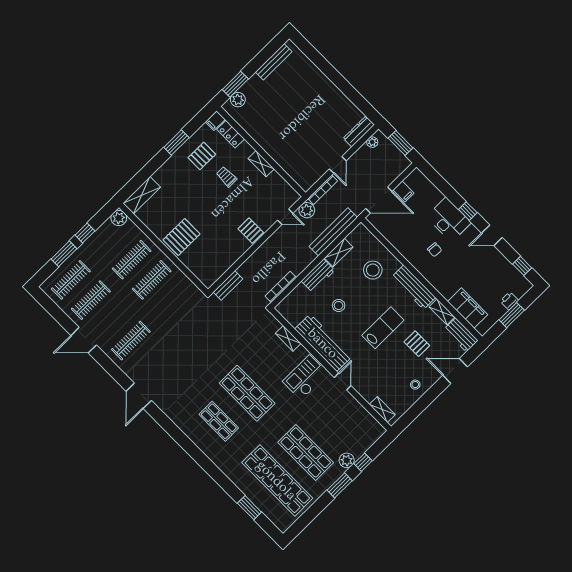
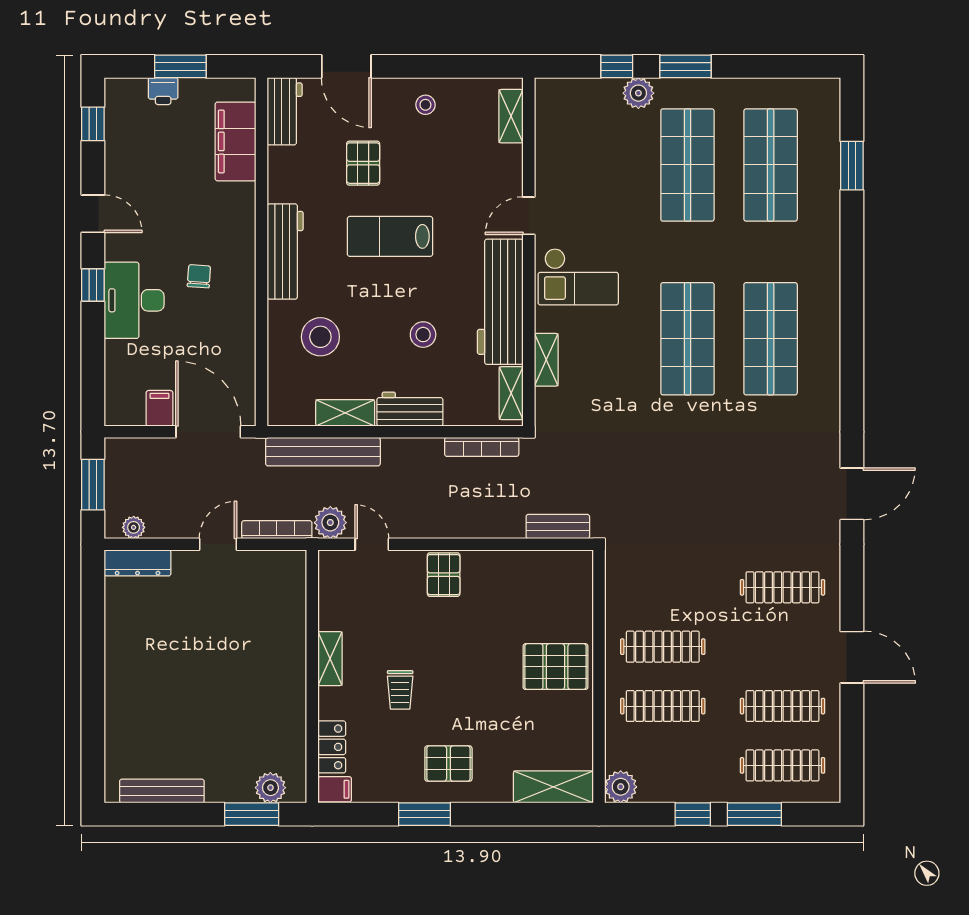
pallet: (202, 156) -> (448, 764), moved
shelving: (442, 312) -> (511, 393), moved
shop shelf: (219, 421) -> (771, 339), width x1.43, depth x1.36
shop shelf: (277, 480) -> (771, 165), width x0.71

